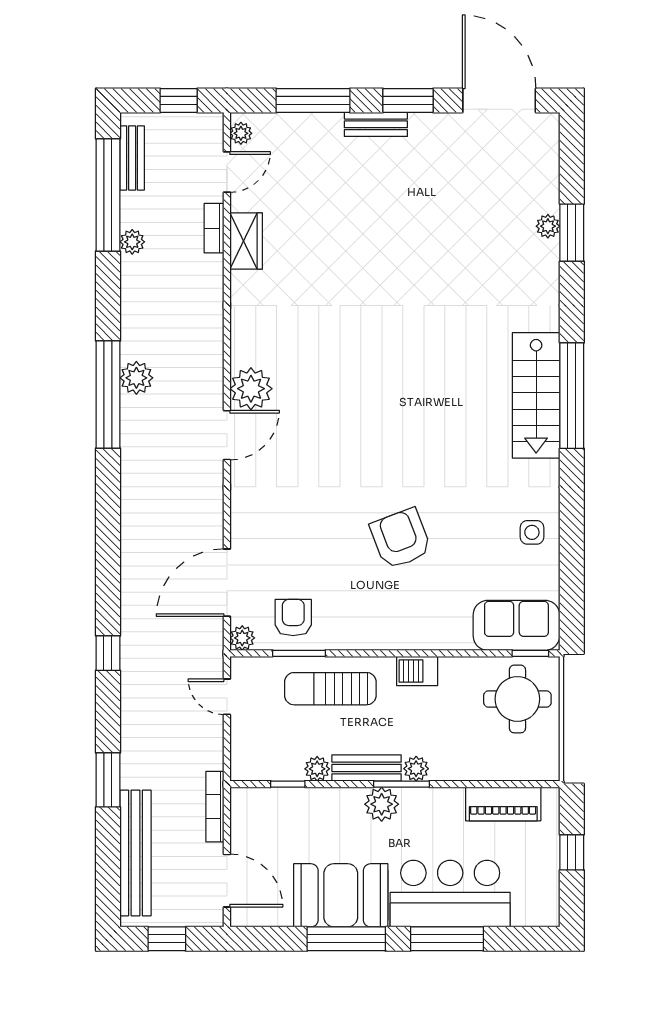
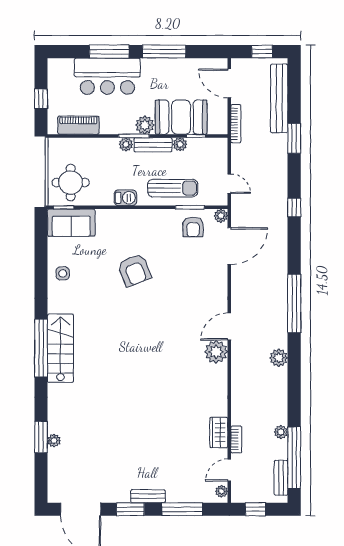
window: (108, 394) -> (294, 303), moved
booth: (341, 895) -> (181, 117), moved

